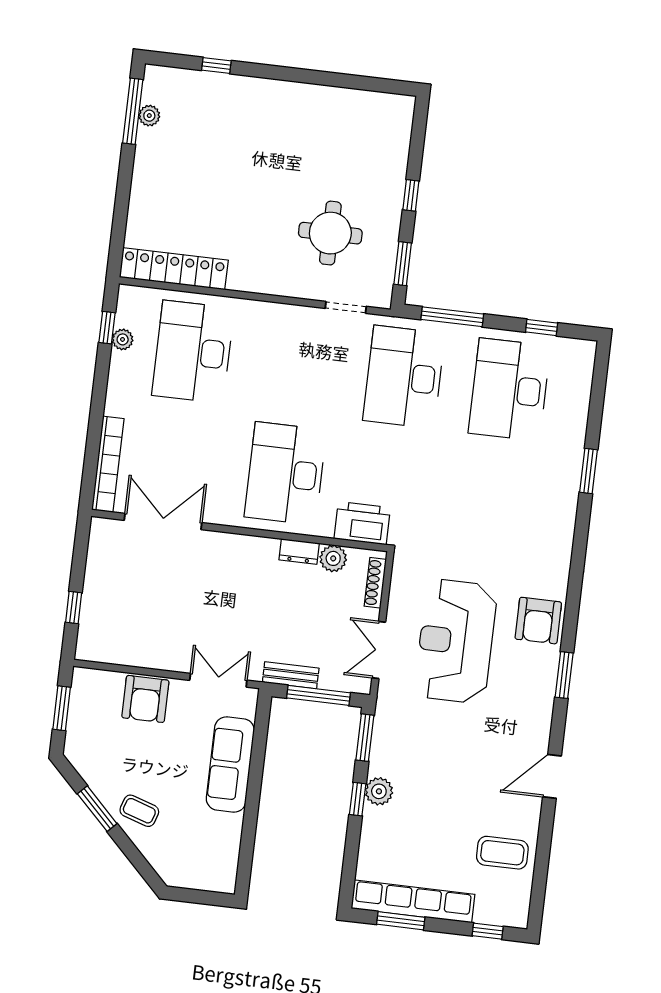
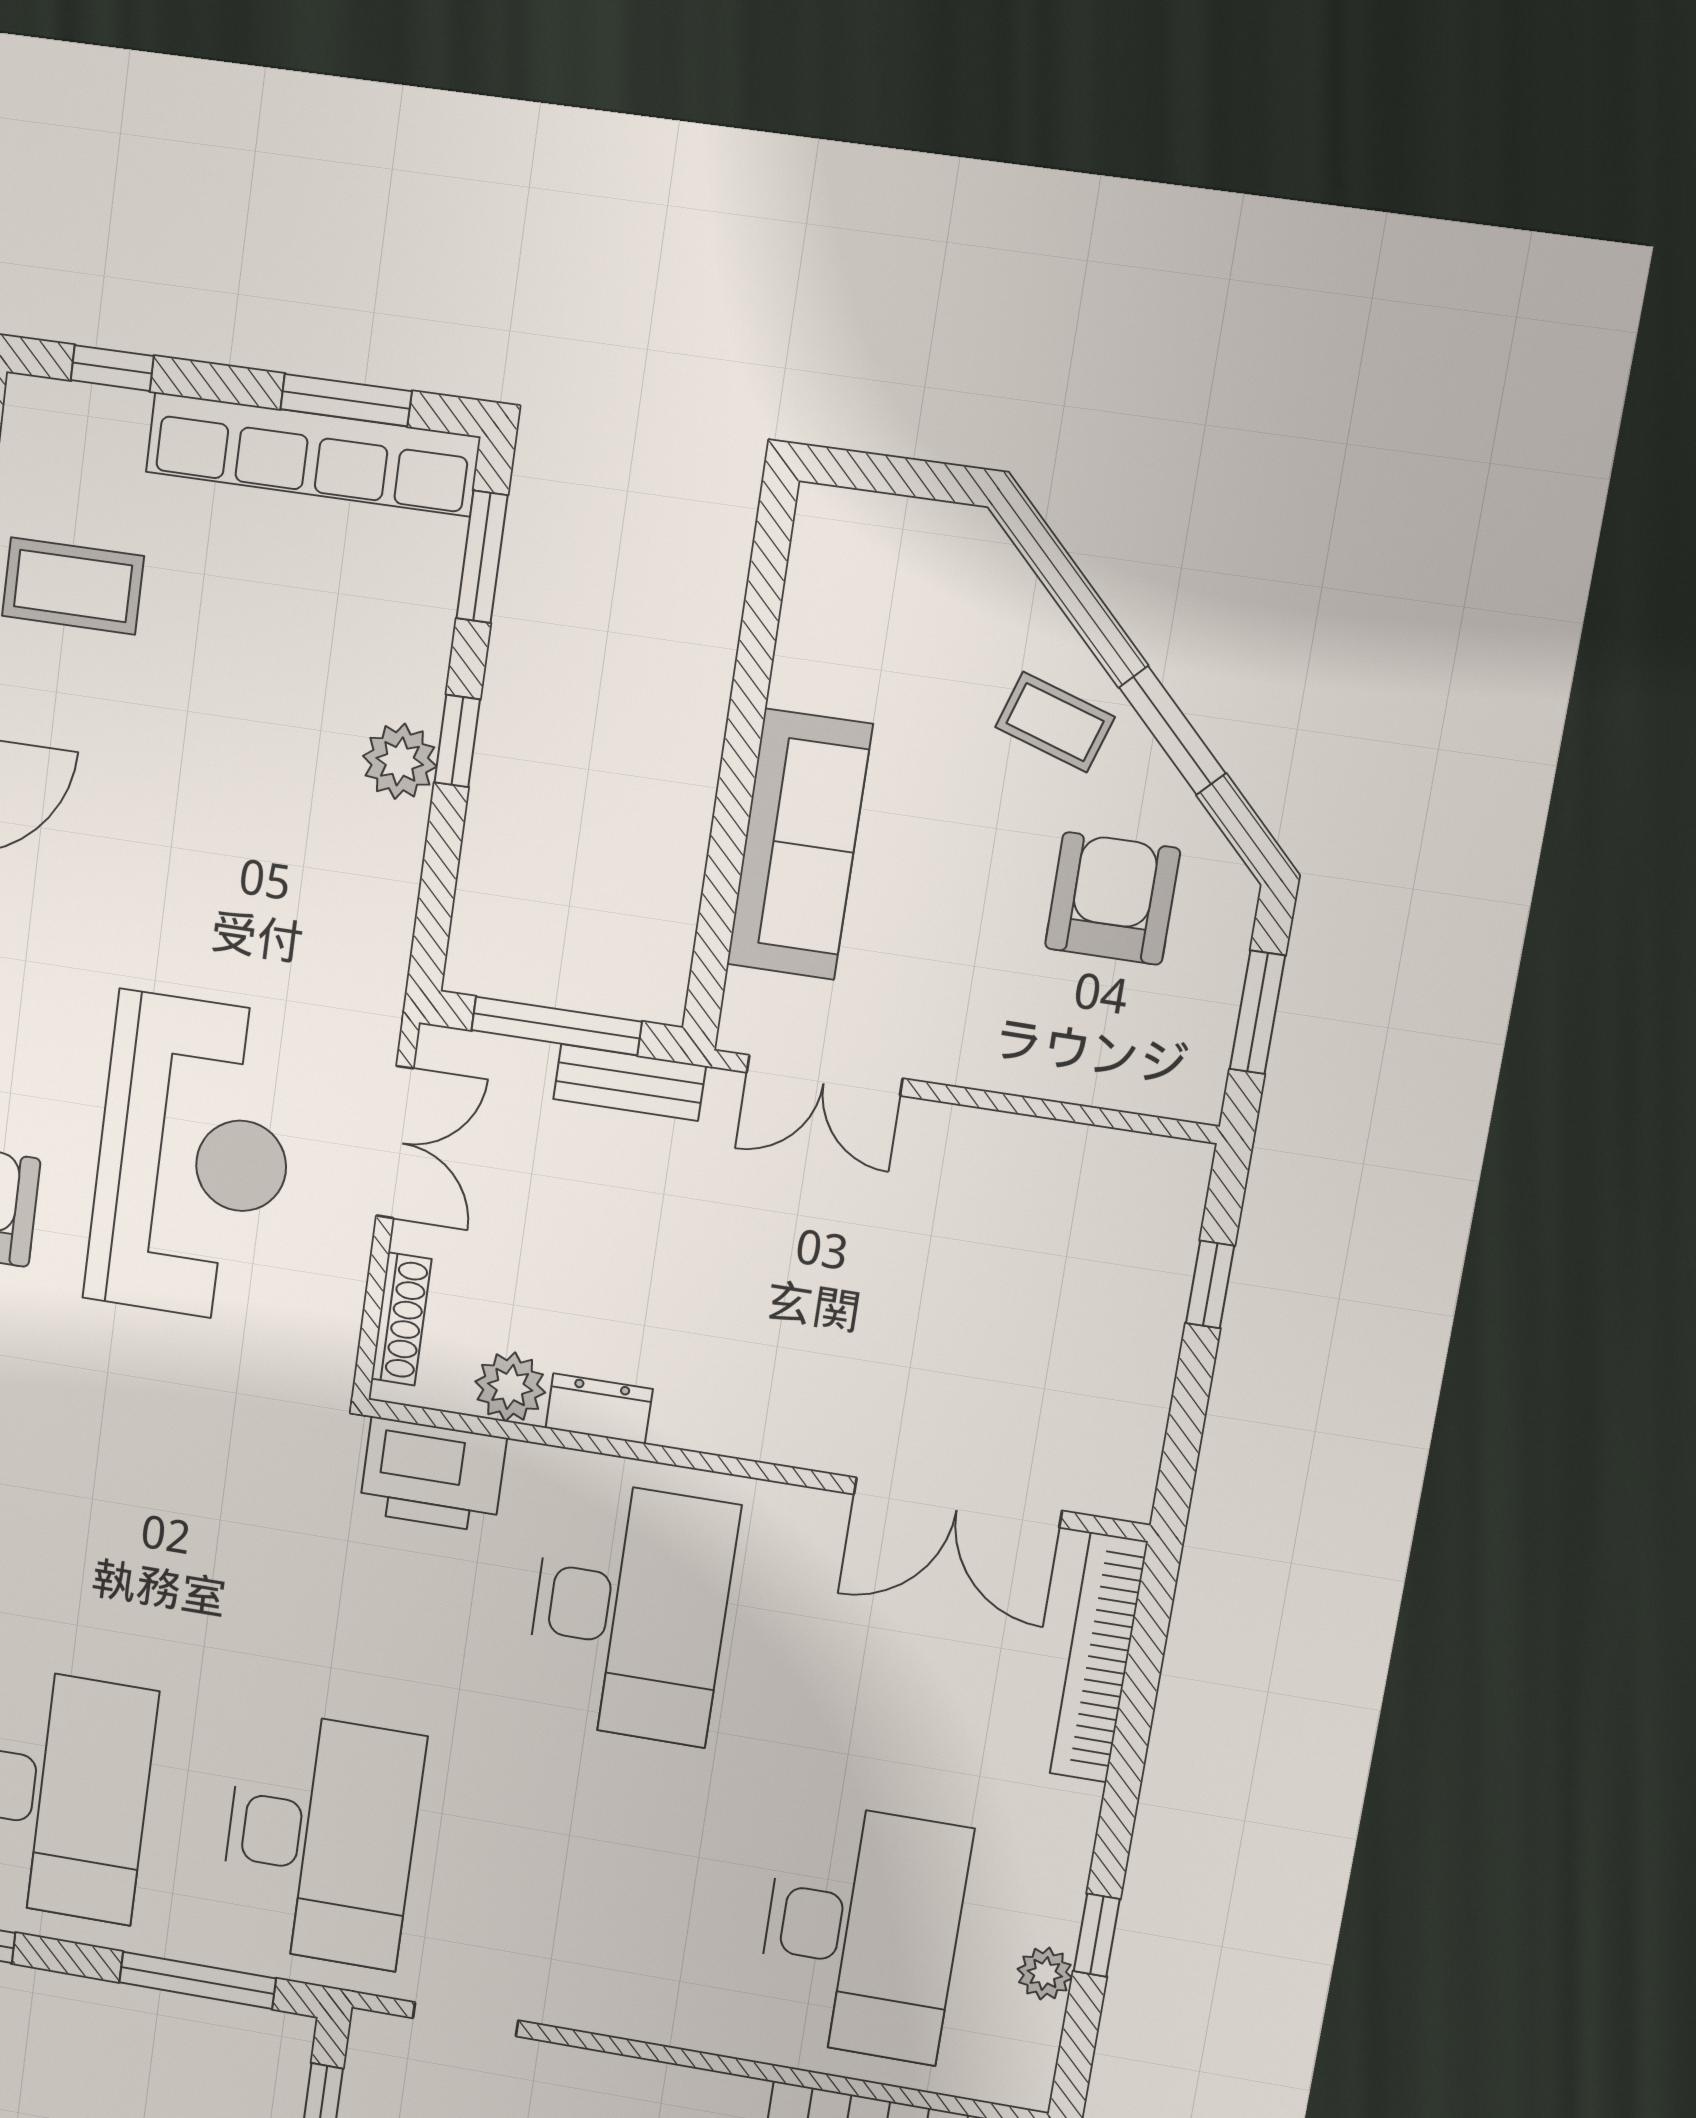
window: (107, 328) -> (1097, 1935), moved
armchair: (145, 699) -> (1112, 899), moved
window: (365, 738) -> (482, 557), moved

